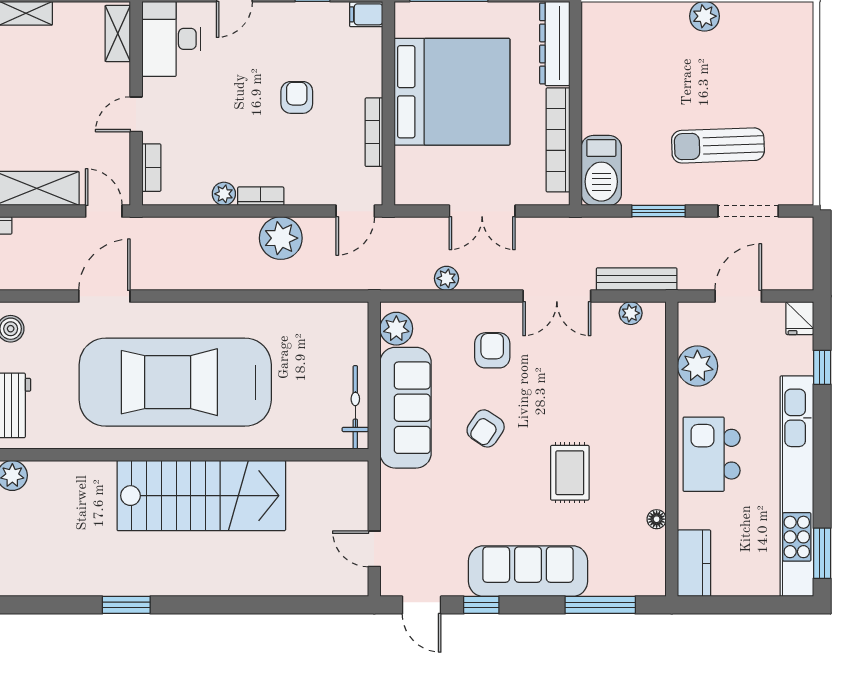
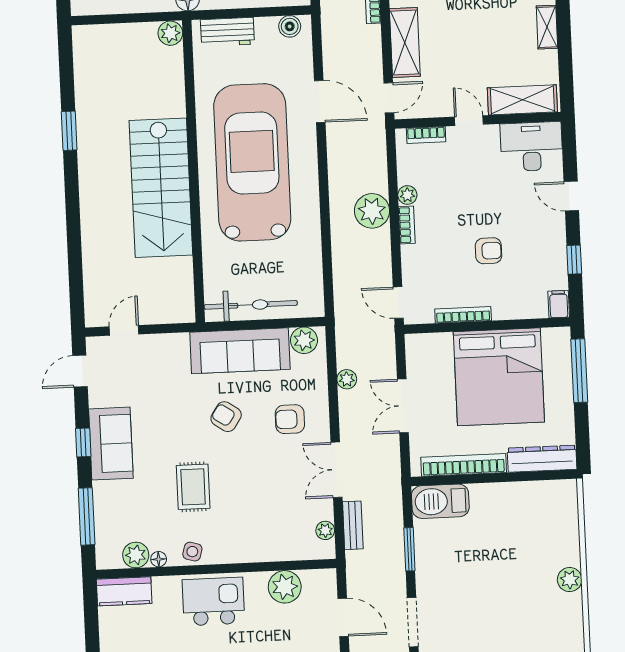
shelving: (118, 33) -> (522, 100), width x1.50, depth x1.33
sun lounger: (718, 145) -> (465, 595), removed
plant: (281, 238) -> (372, 211), moved
bench: (637, 279) -> (353, 525), width x0.73
armchair: (492, 350) -> (290, 419), turned 180
bicycle: (355, 407) -> (251, 305), width x1.37, depth x1.40
rug: (570, 473) -> (193, 487), turned 90
side table: (649, 477) -> (192, 552), added
plant: (650, 547) -> (136, 555), added
sofa: (528, 571) -> (111, 444), width x0.73
window: (481, 605) -> (83, 442), moved

